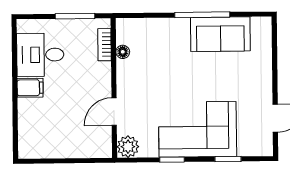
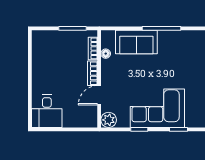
sofa: (220, 34) -> (136, 42), moved
desk: (40, 55) -> (47, 111), moved, turned -90
bookcase: (104, 80) -> (93, 73), added
filing cabinet: (30, 88) -> (41, 78), removed

